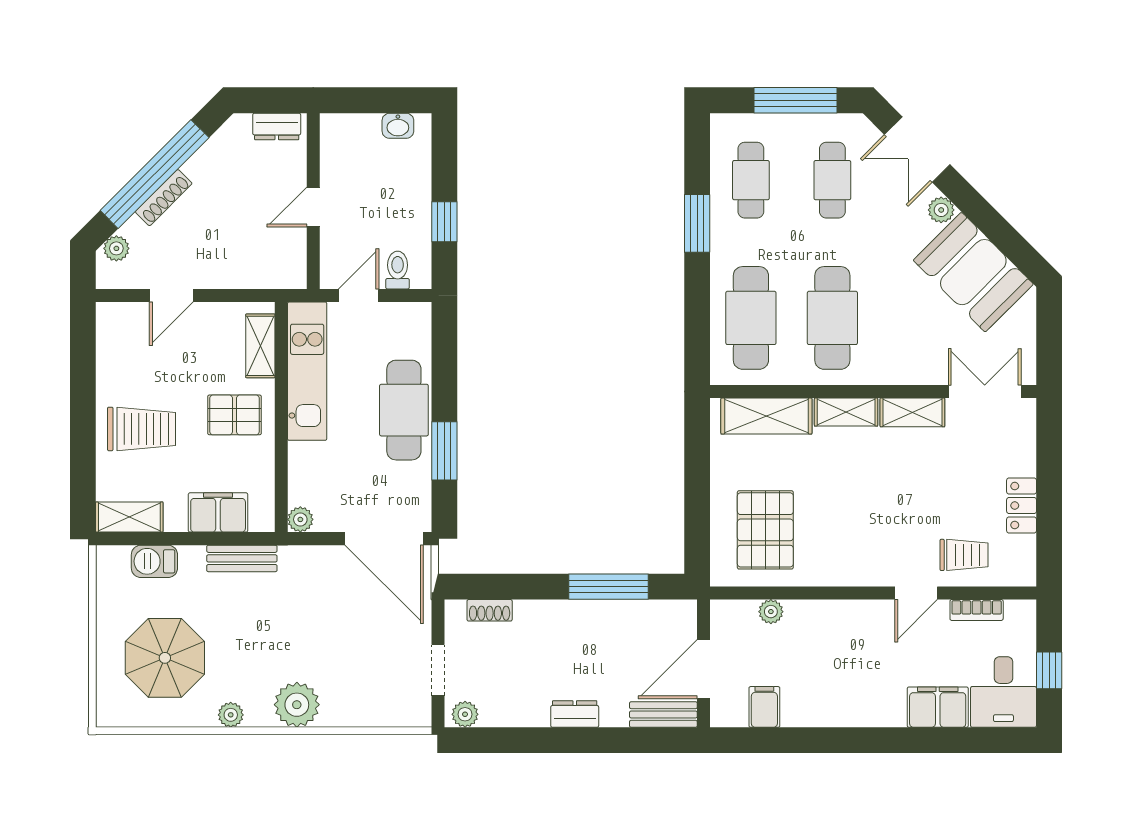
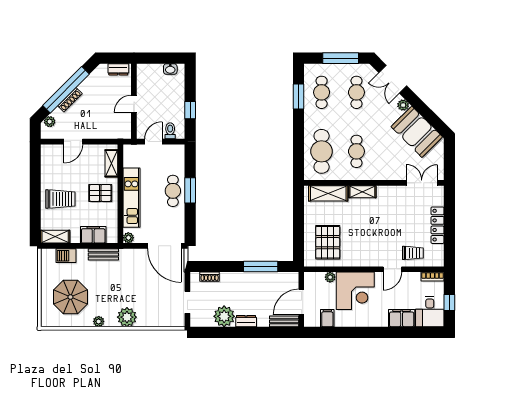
window: (697, 223) -> (299, 96), moved
cafe table: (832, 318) -> (356, 151), width x0.73, depth x0.74
kitchen unit: (307, 371) -> (131, 198), moved
cafe table: (404, 410) -> (173, 191), width x0.73, depth x0.74
shelving: (912, 412) -> (391, 192), removed
window: (444, 451) -> (190, 190), moved
locker: (1022, 506) -> (438, 225), width x1.53
bookcase: (977, 610) -> (433, 277), moved
corner desk: (830, 643) -> (355, 291), added
plant: (465, 714) -> (224, 316), moved, width x1.88, depth x1.88

